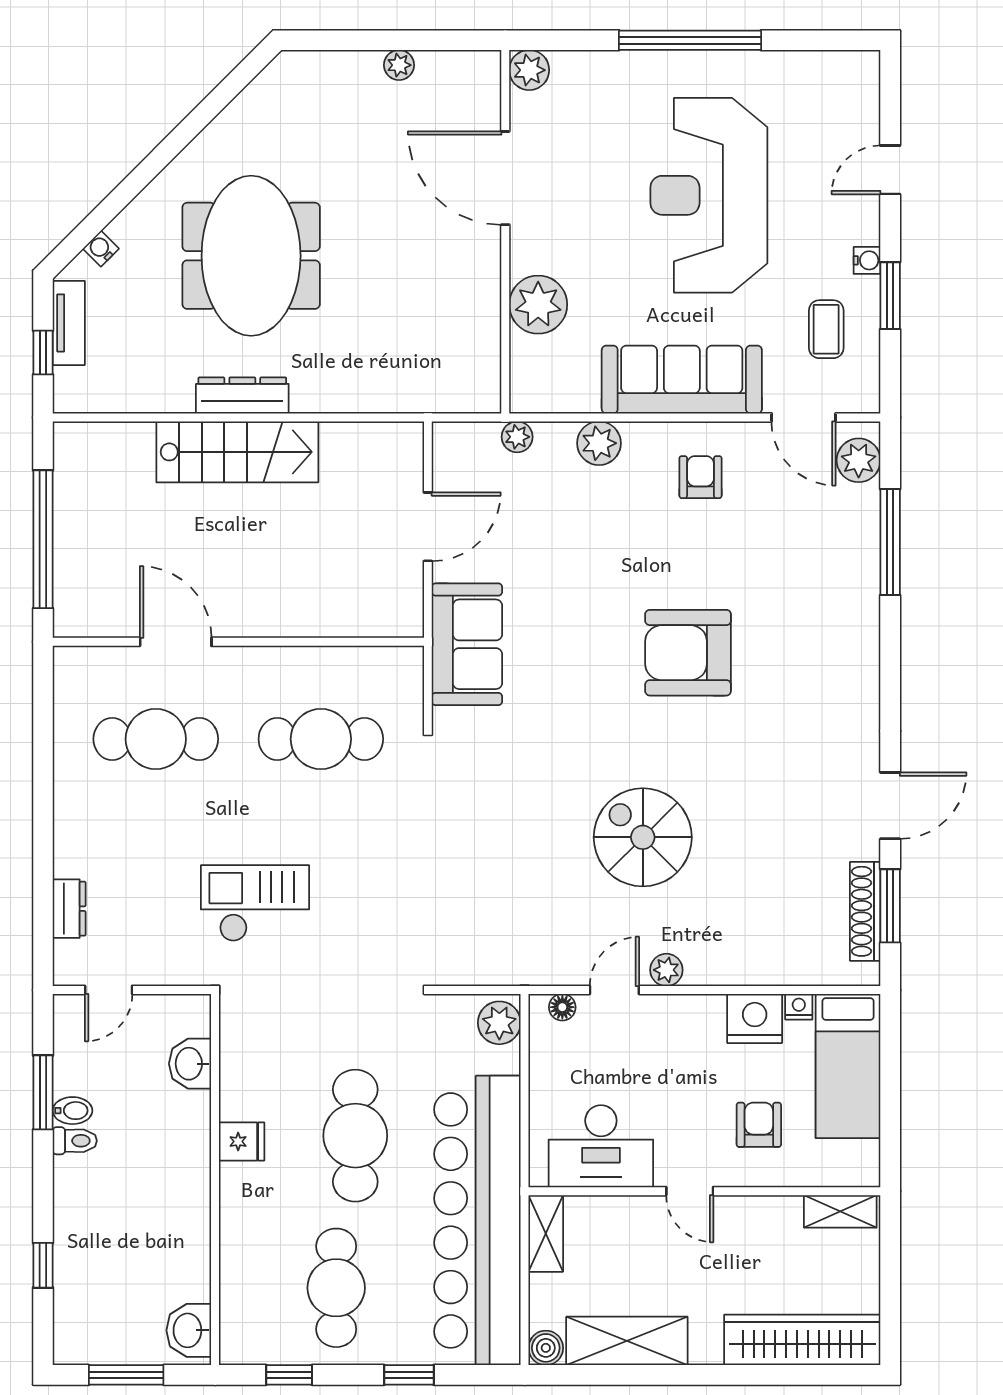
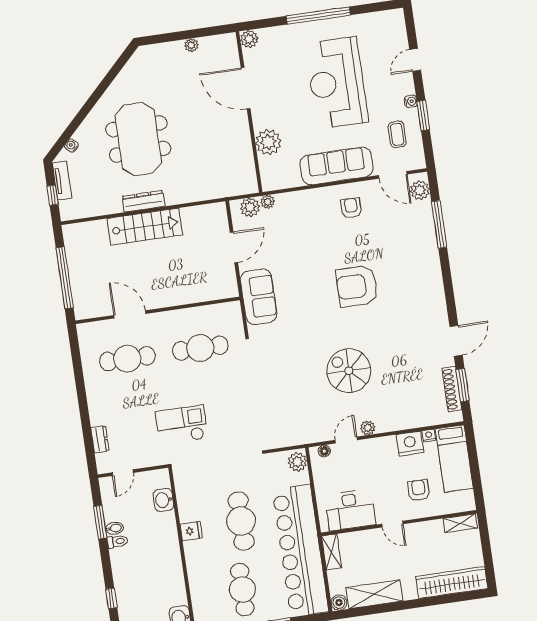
plant: (599, 443) -> (250, 207), moved

